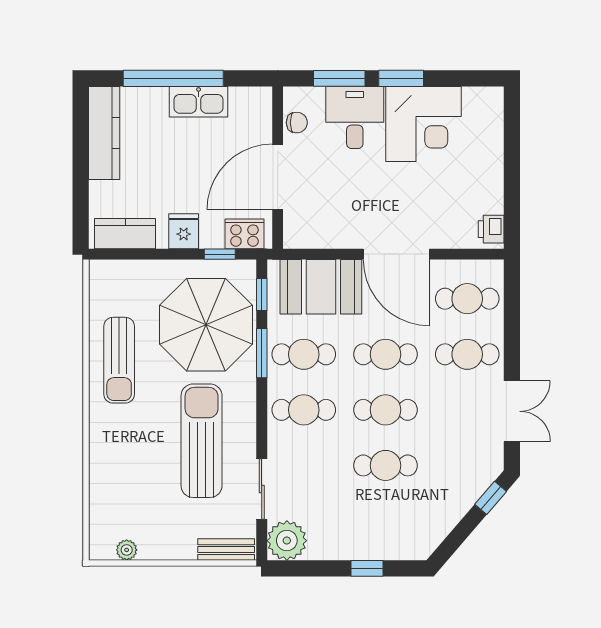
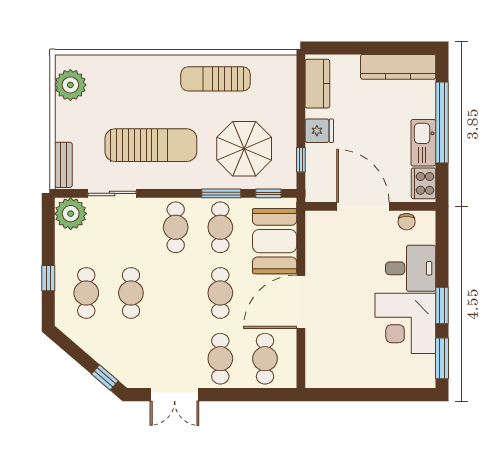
window: (339, 78) -> (442, 358), moved
printer: (491, 229) -> (321, 378), removed
cooker: (244, 234) -> (424, 183), moved, turned 180
parasol: (206, 325) -> (244, 149), width x0.73, depth x0.73
cafe table: (385, 410) -> (86, 293), moved
plant: (127, 550) -> (70, 85), width x1.87, depth x1.87

